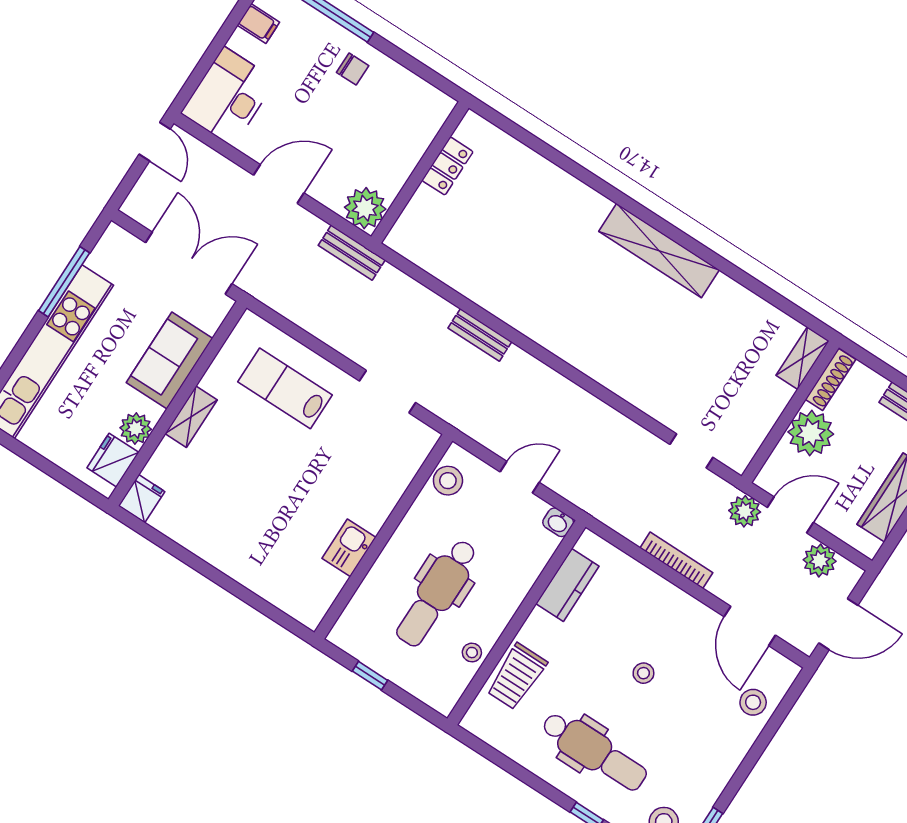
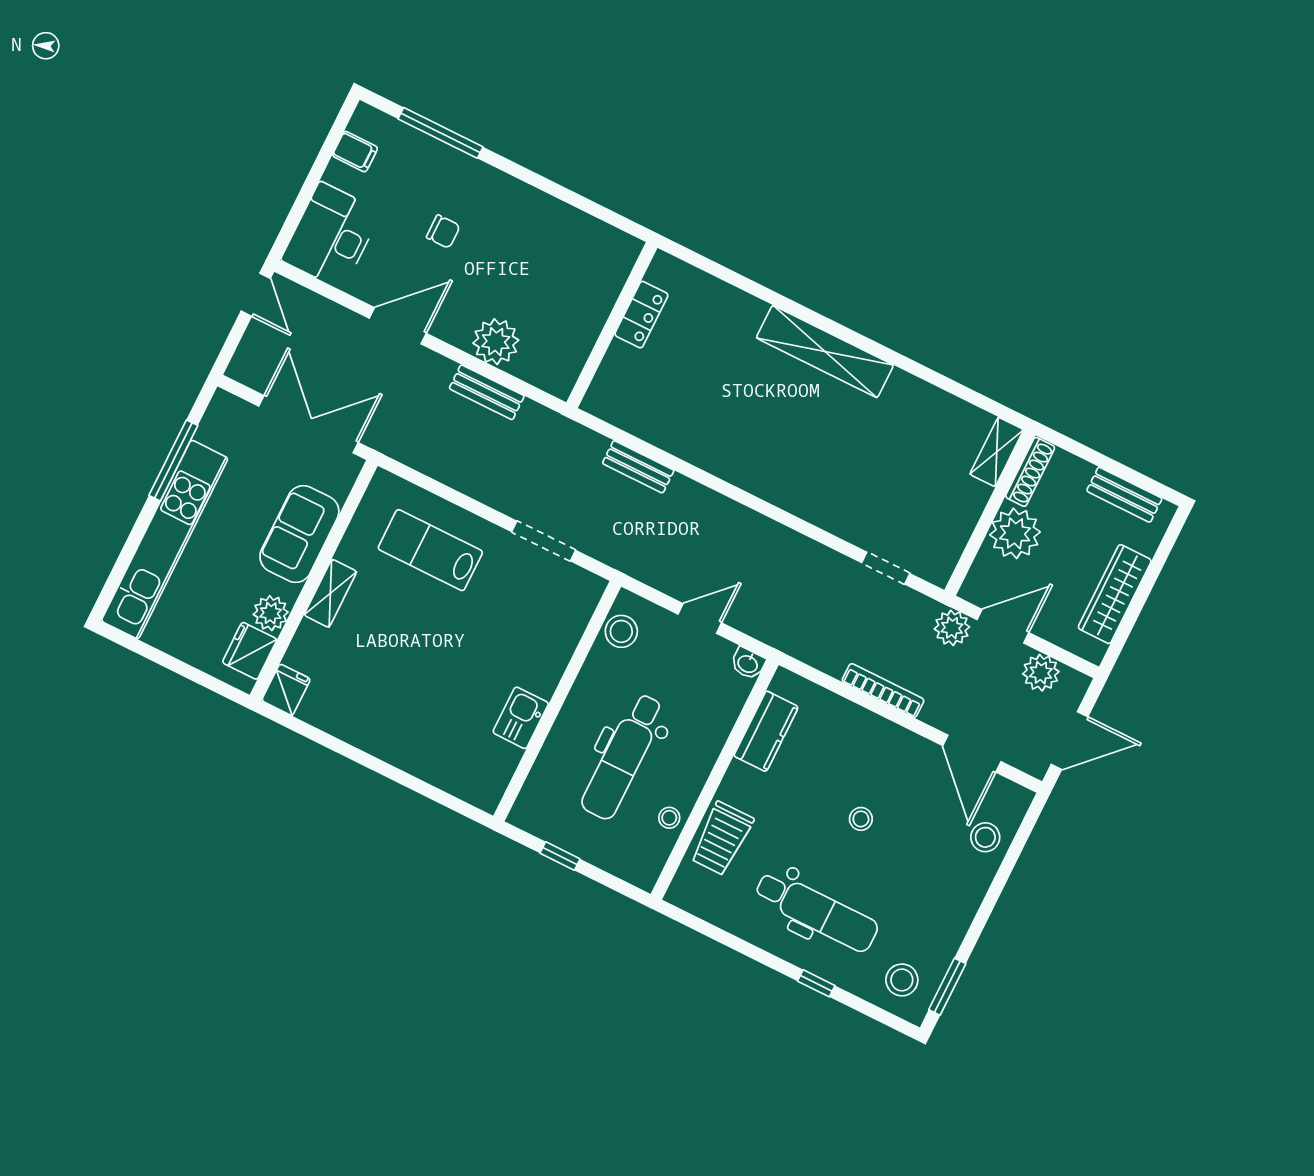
chair: (353, 69) -> (443, 232), moved
locker: (447, 166) -> (641, 315), moved
wall: (420, 172) -> (612, 325), moved

